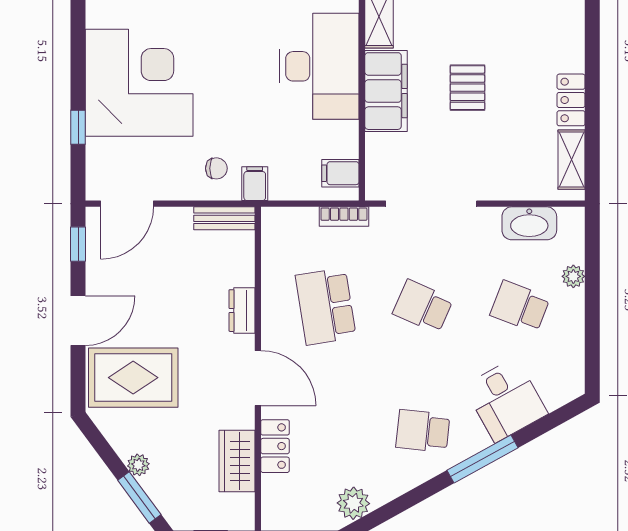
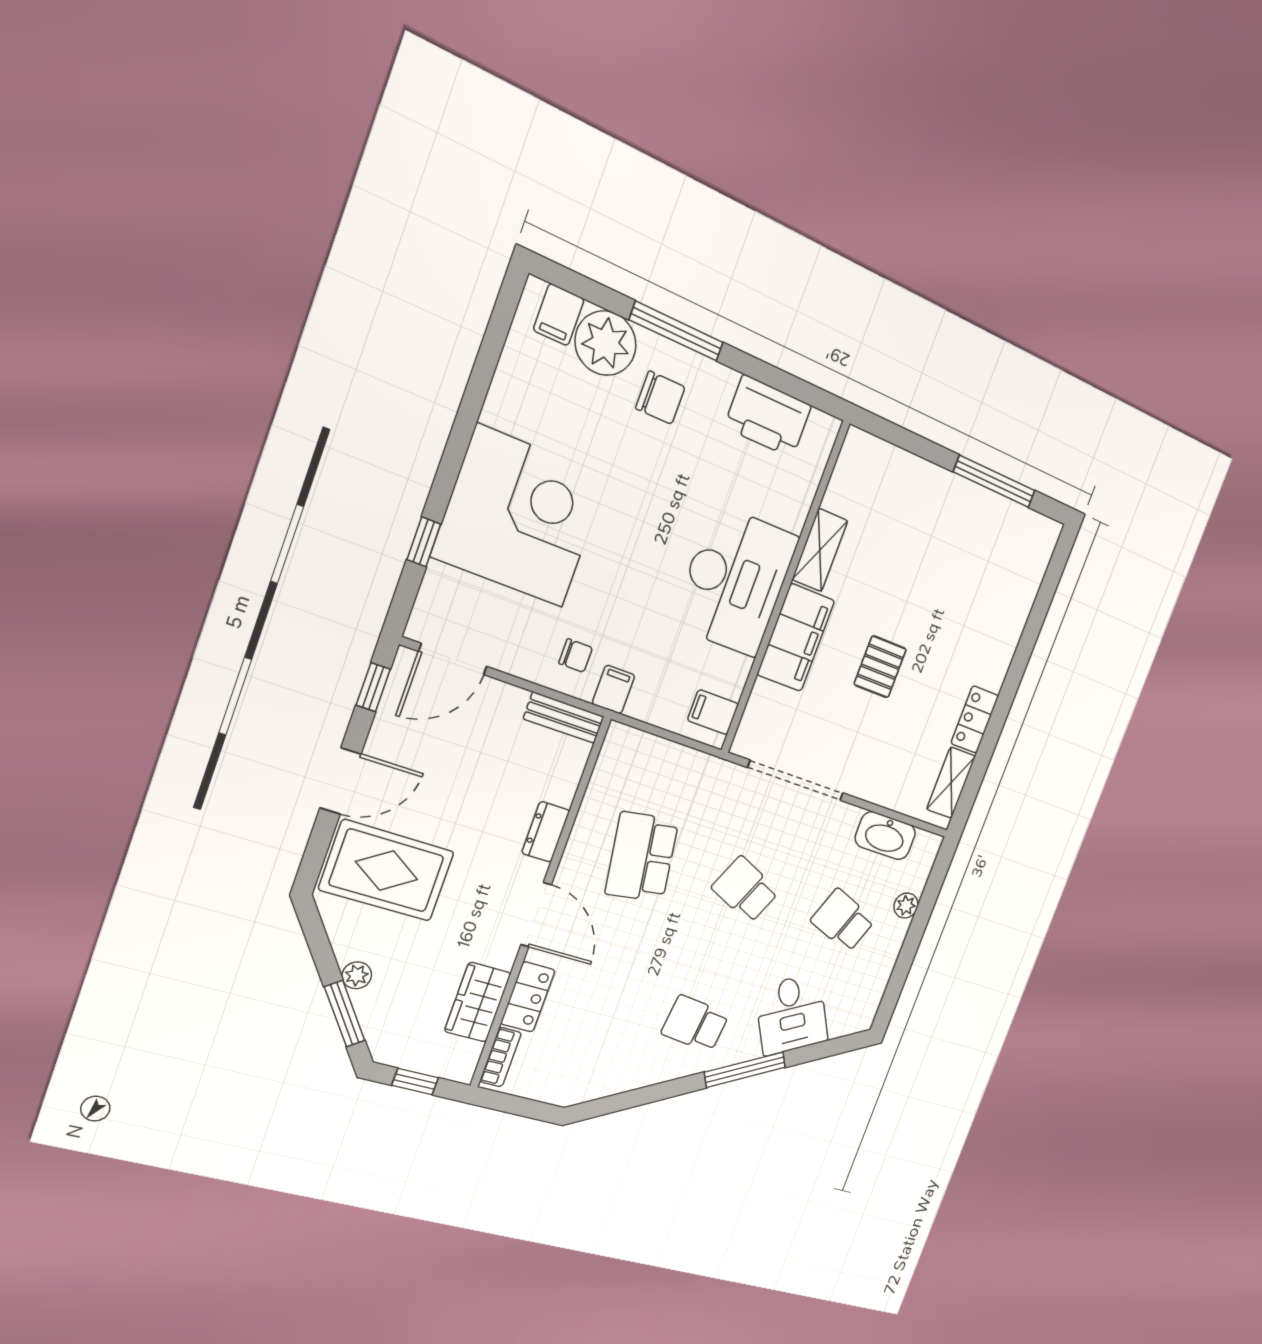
bookcase: (344, 216) -> (501, 1057), moved, turned -90
plant: (353, 503) -> (592, 1082), removed

